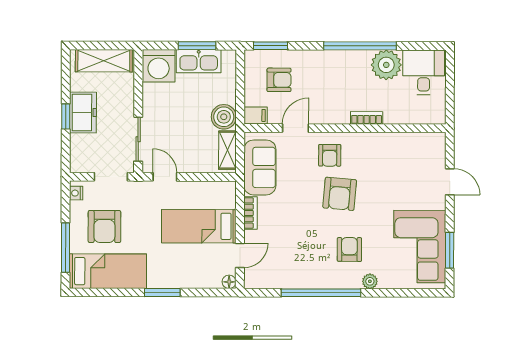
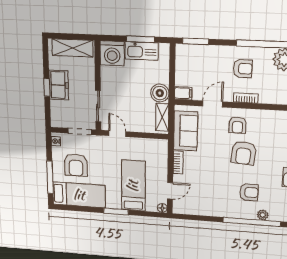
armchair: (279, 80) -> (243, 69), moved
bookcase: (367, 118) -> (246, 98), moved
bed: (199, 226) -> (133, 186), moved, turned 90
armchair: (349, 249) -> (249, 192), turned 90
window: (321, 293) -> (252, 222), moved

